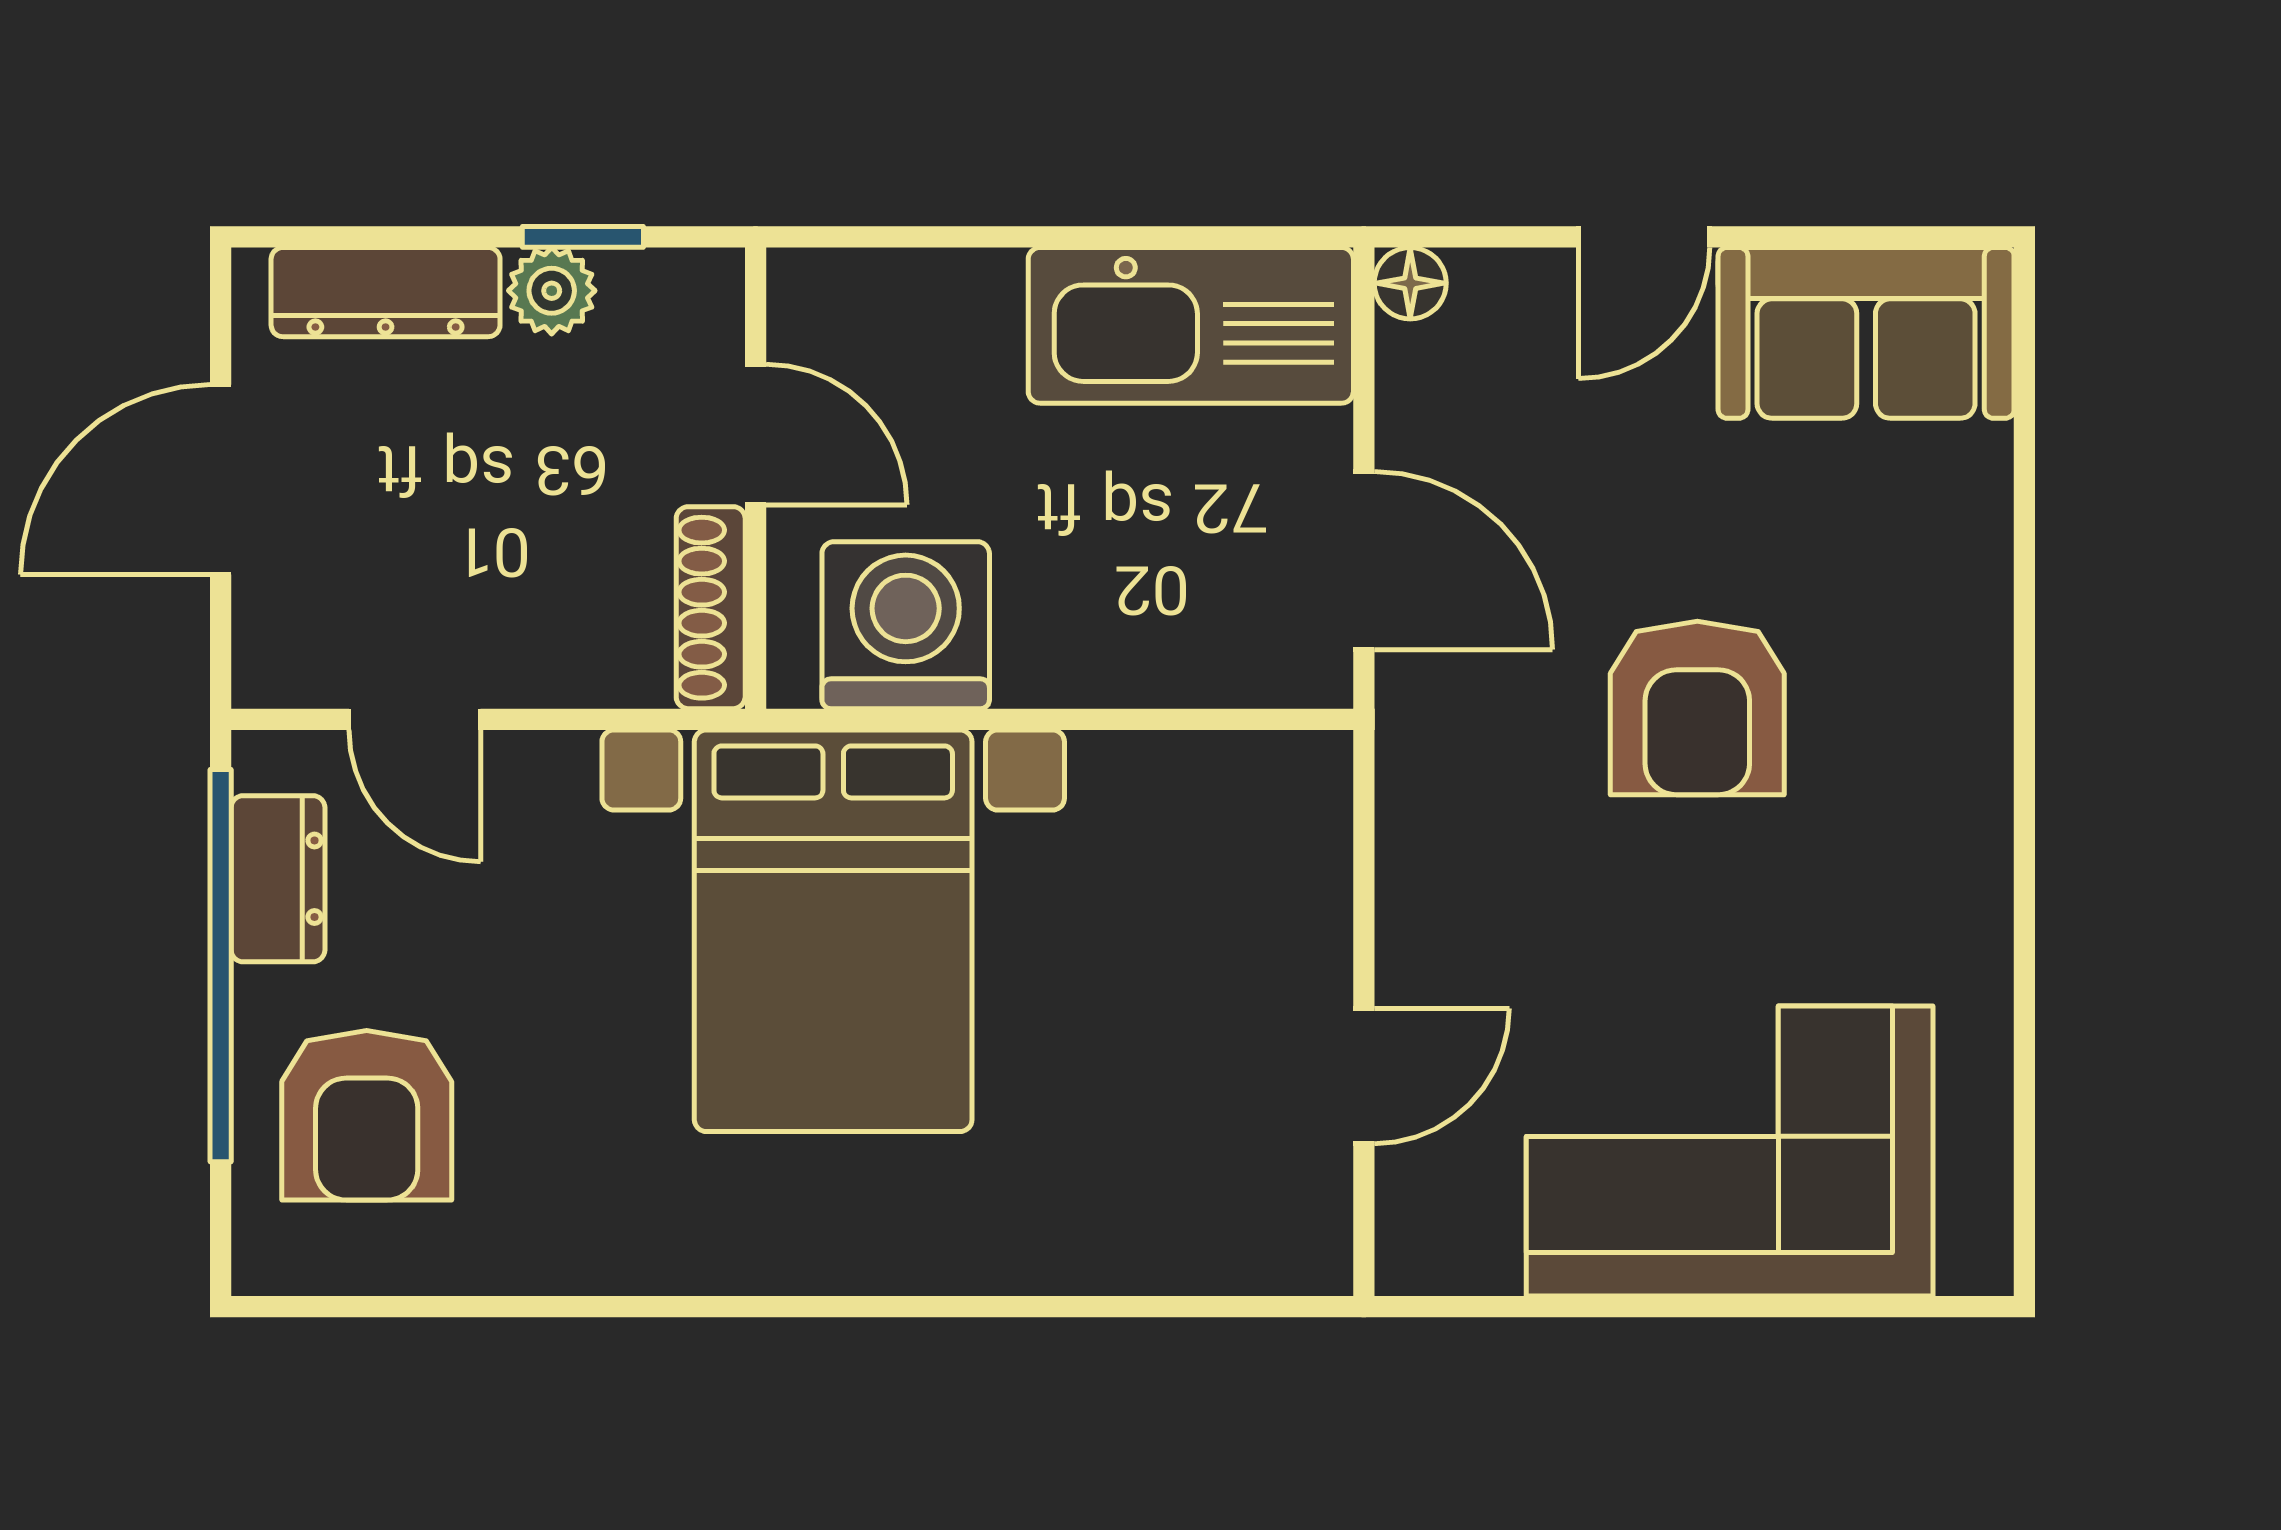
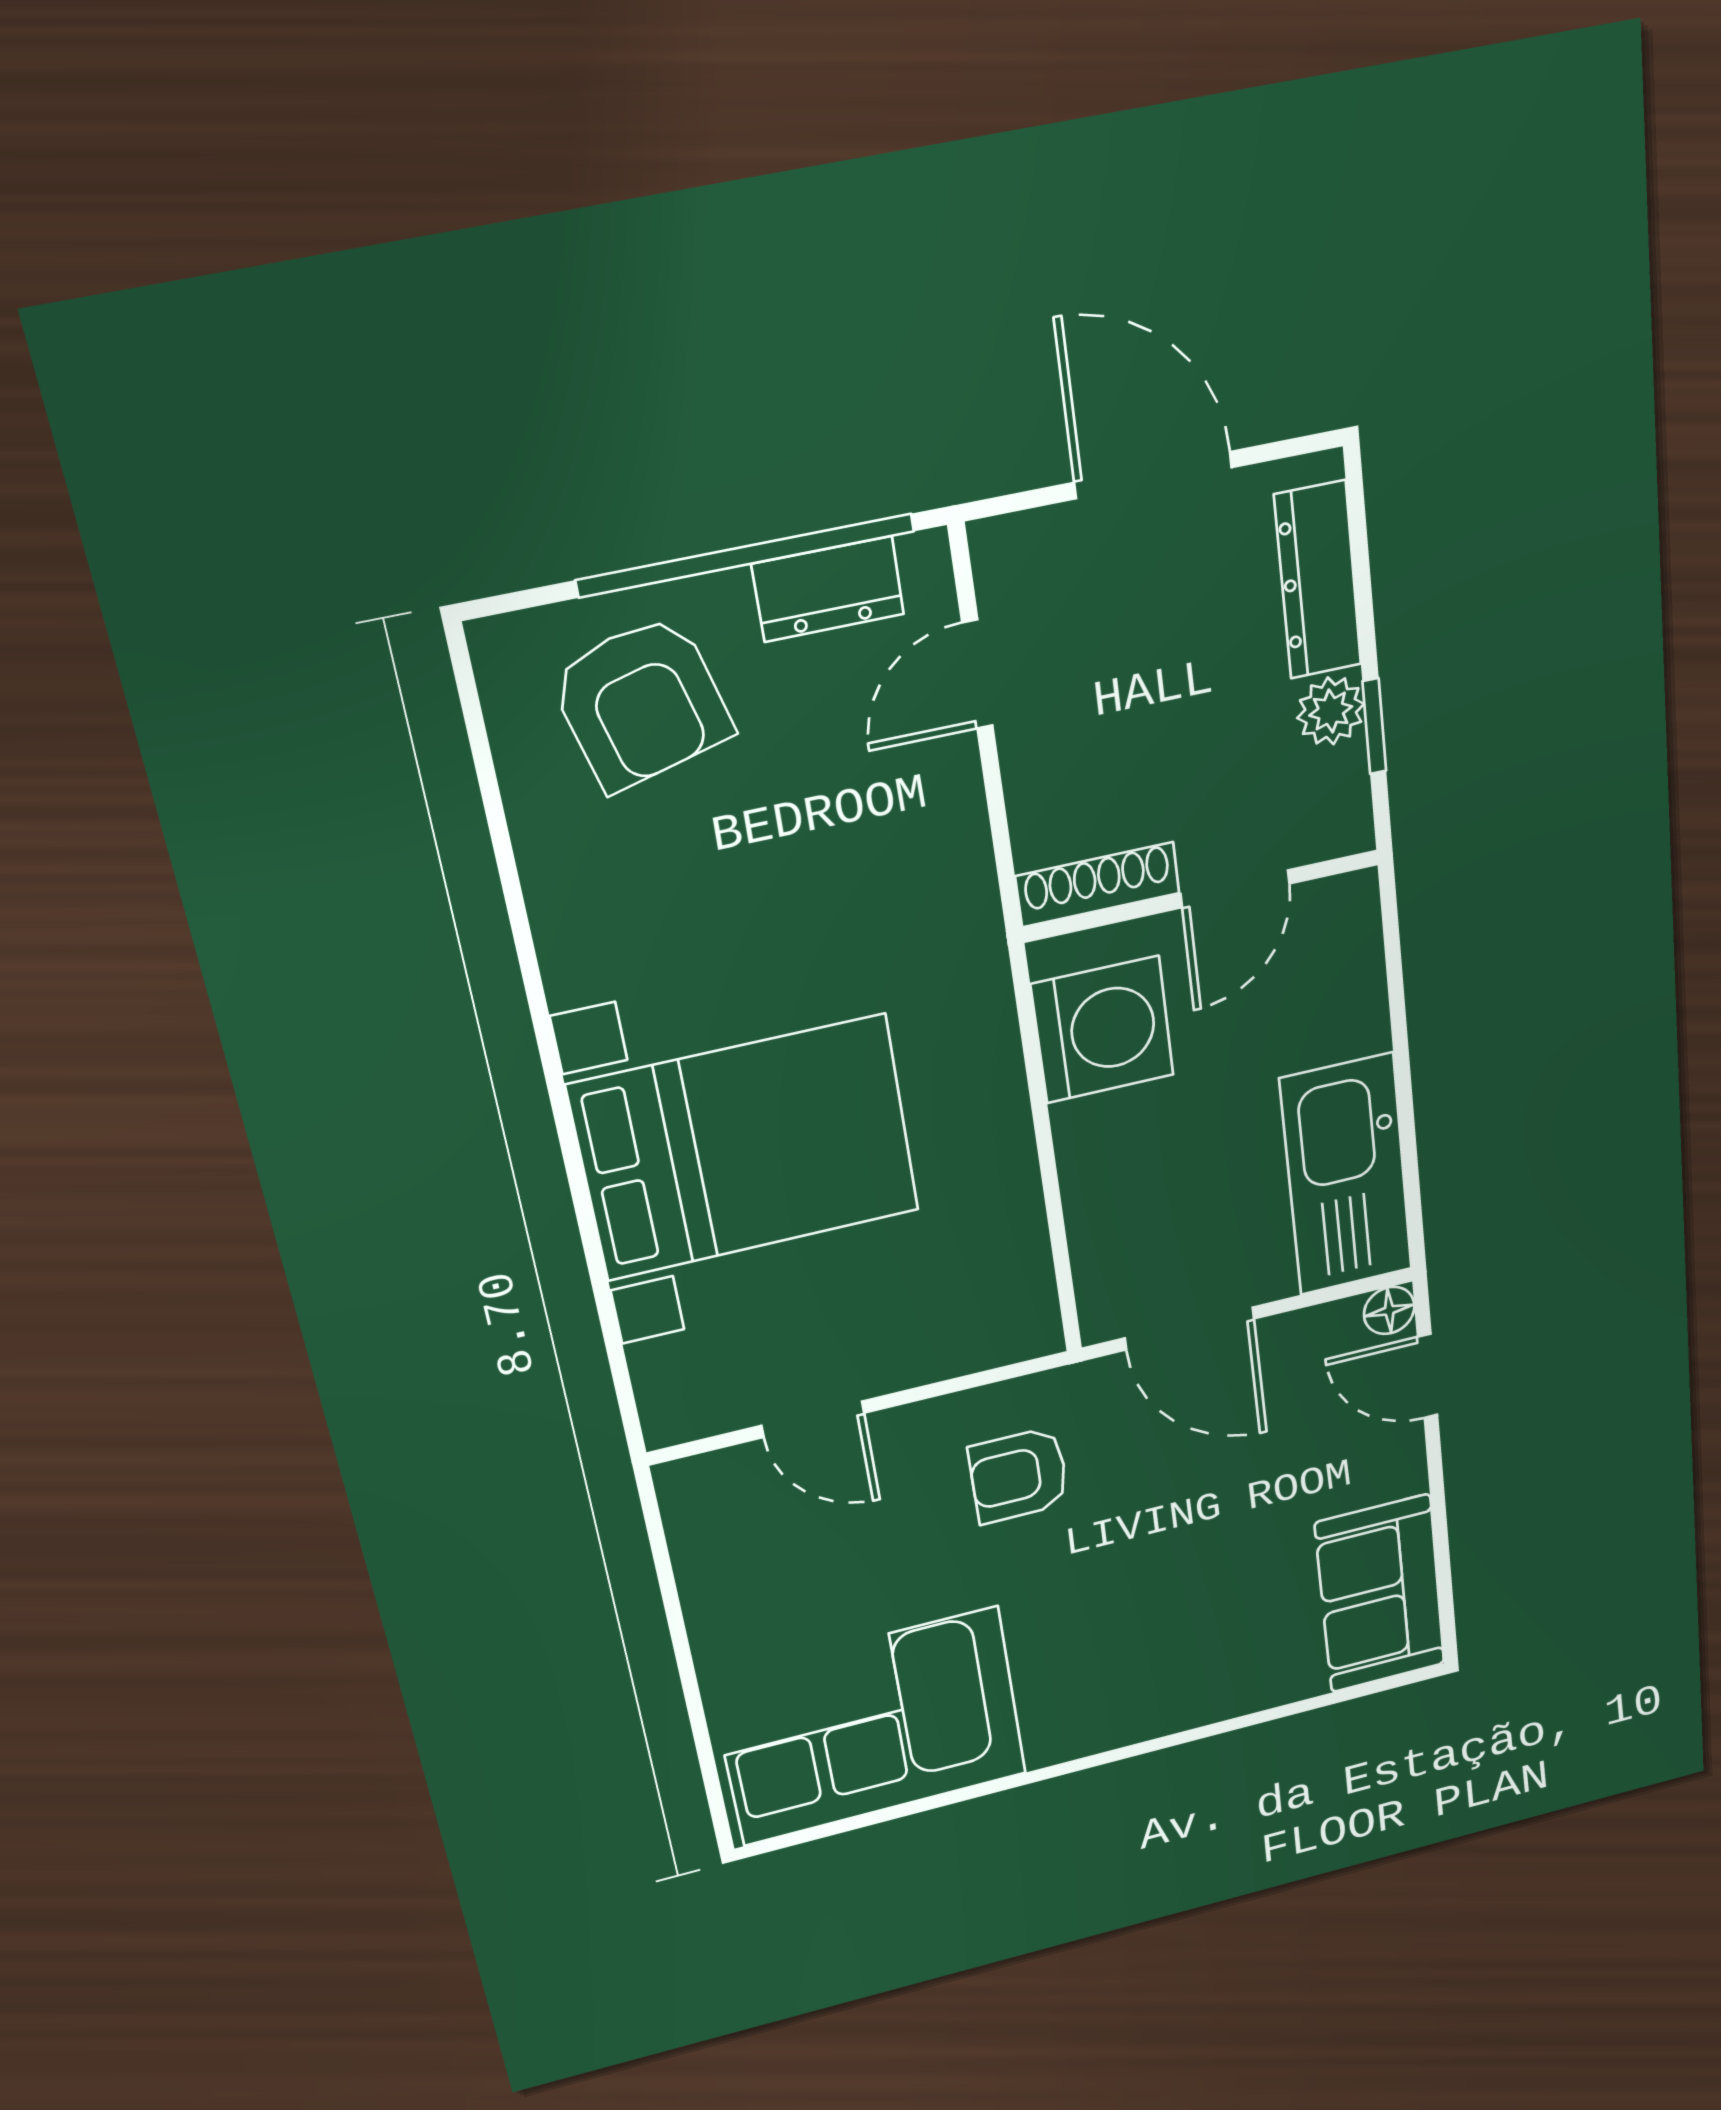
door: (1644, 237) -> (1428, 1376), moved
door: (1364, 561) -> (1190, 1328), hinge flipped
armchair: (1697, 708) -> (1019, 1475), moved, width x0.72, depth x0.72
bed with nightstands: (833, 931) -> (746, 1148), moved, turned 180
armchair: (367, 1115) -> (641, 703), turned -105
corner sofa: (1730, 1151) -> (870, 1727), moved, turned -90

